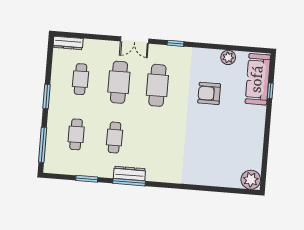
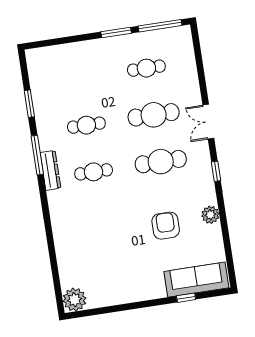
dresser: (68, 43) -> (186, 43), removed
plant: (228, 57) -> (210, 215), moved
cafe table: (76, 134) -> (94, 172), moved
window: (43, 145) -> (160, 26), moved
dresser: (130, 173) -> (50, 170), moved

